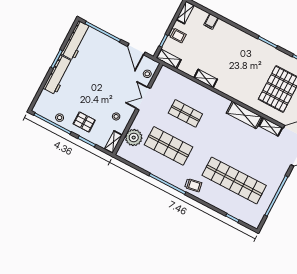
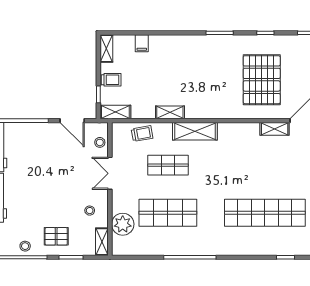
shelving: (244, 115) -> (195, 131), moved
trolley: (193, 185) -> (142, 134), moved

